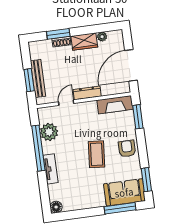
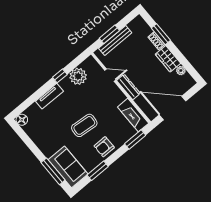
window: (38, 148) -> (60, 76), width x0.32
armchair: (127, 149) -> (104, 147), turned 180
window: (146, 180) -> (98, 171), moved

